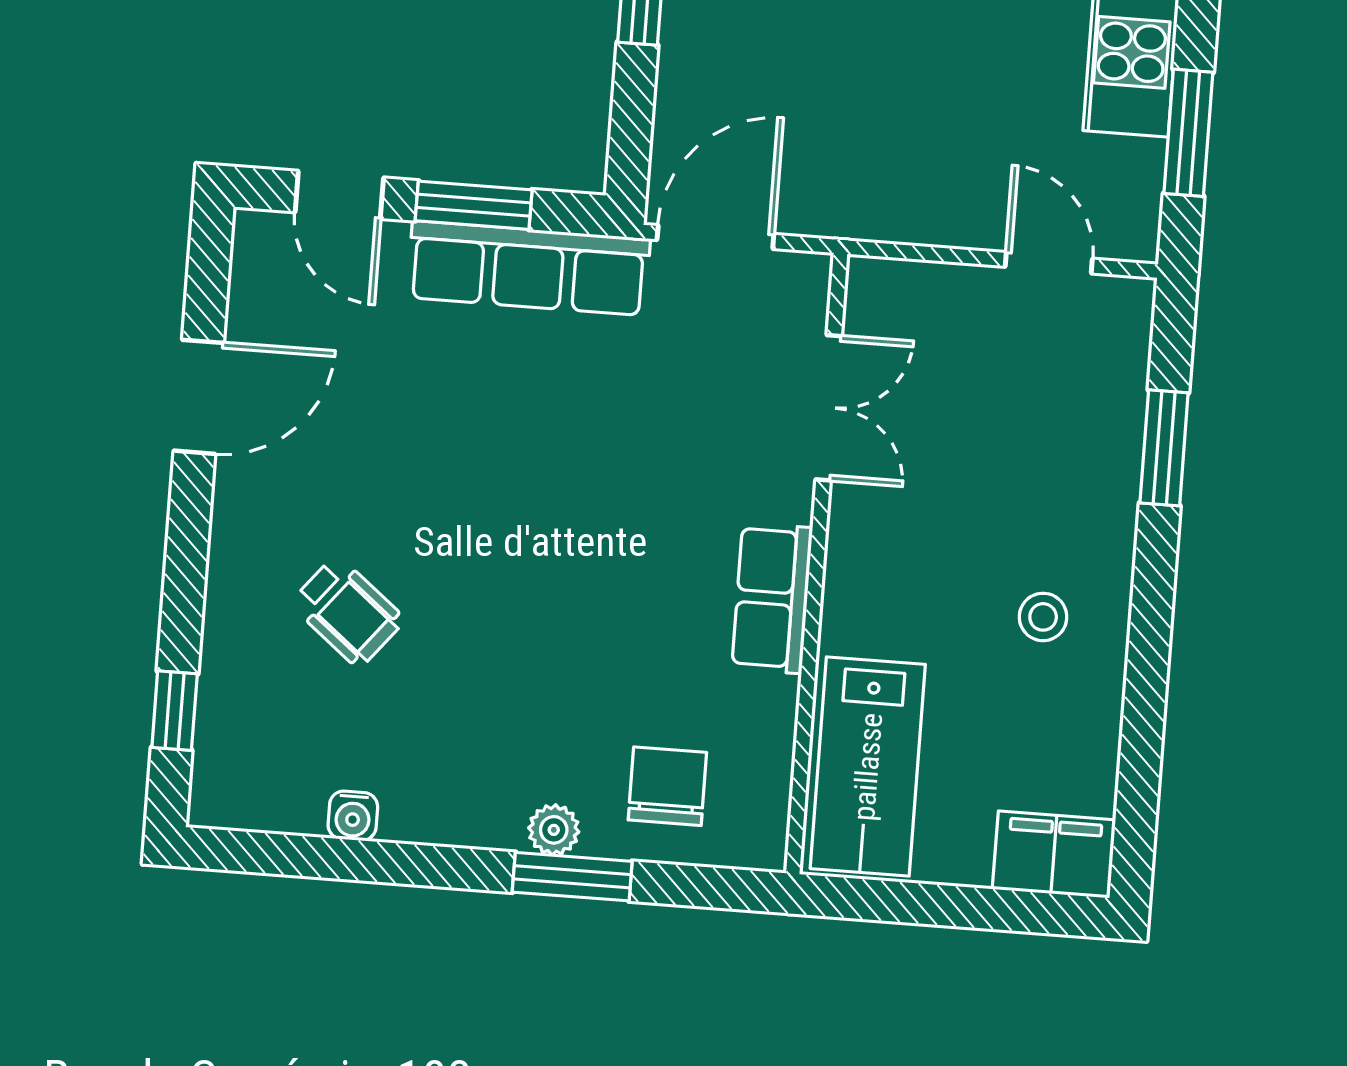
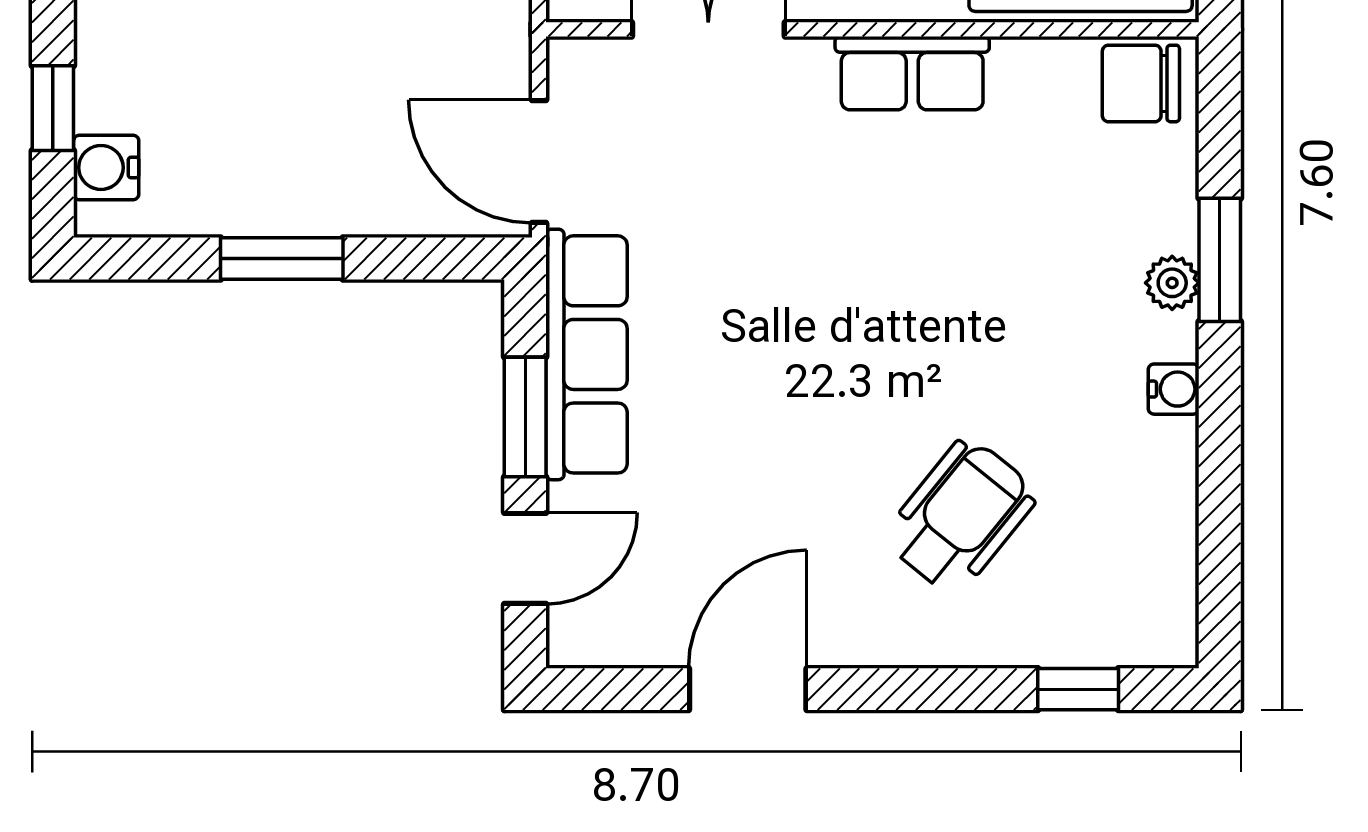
door: (199, 397) -> (748, 689), hinge flipped
wheelchair: (348, 612) -> (960, 516), width x1.36, depth x1.37
chair: (667, 786) -> (1141, 83), moved
water cooler: (353, 816) -> (1174, 389), moved

